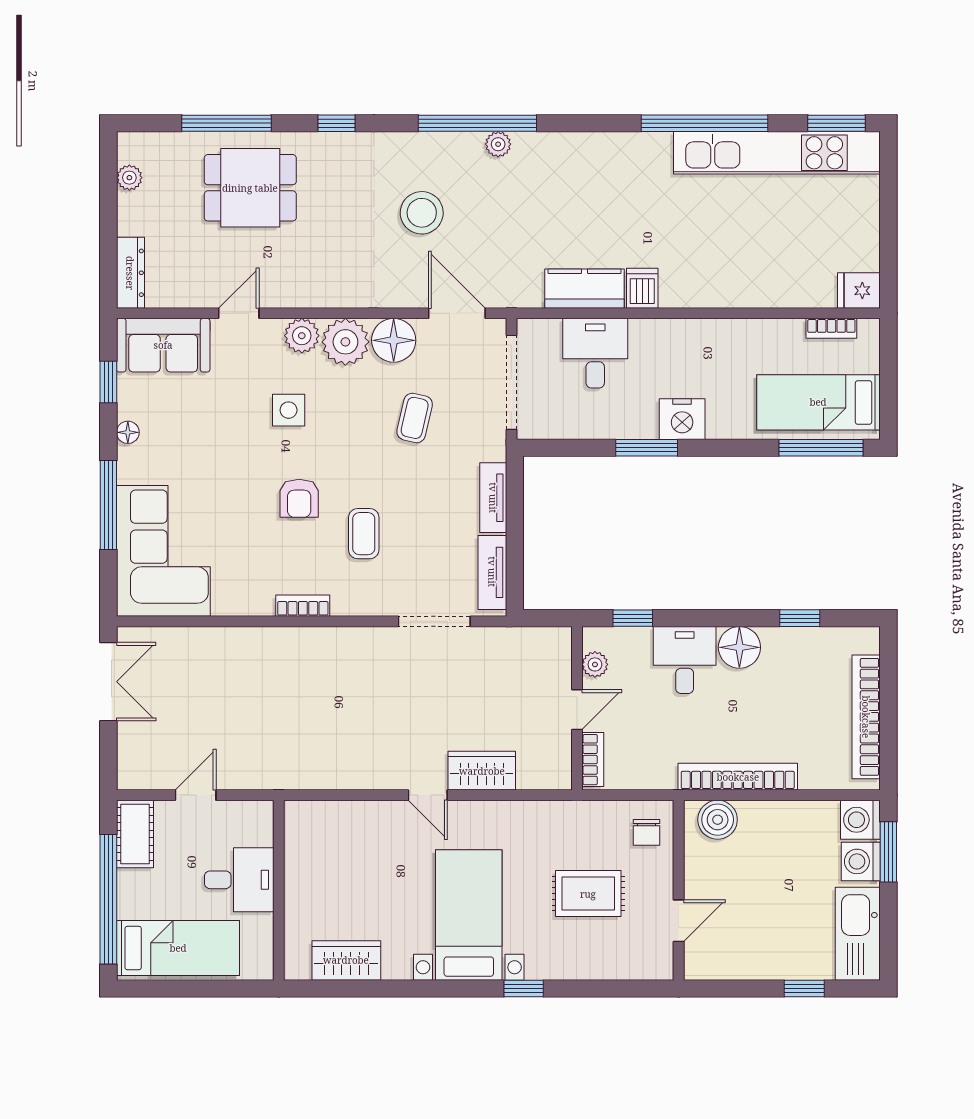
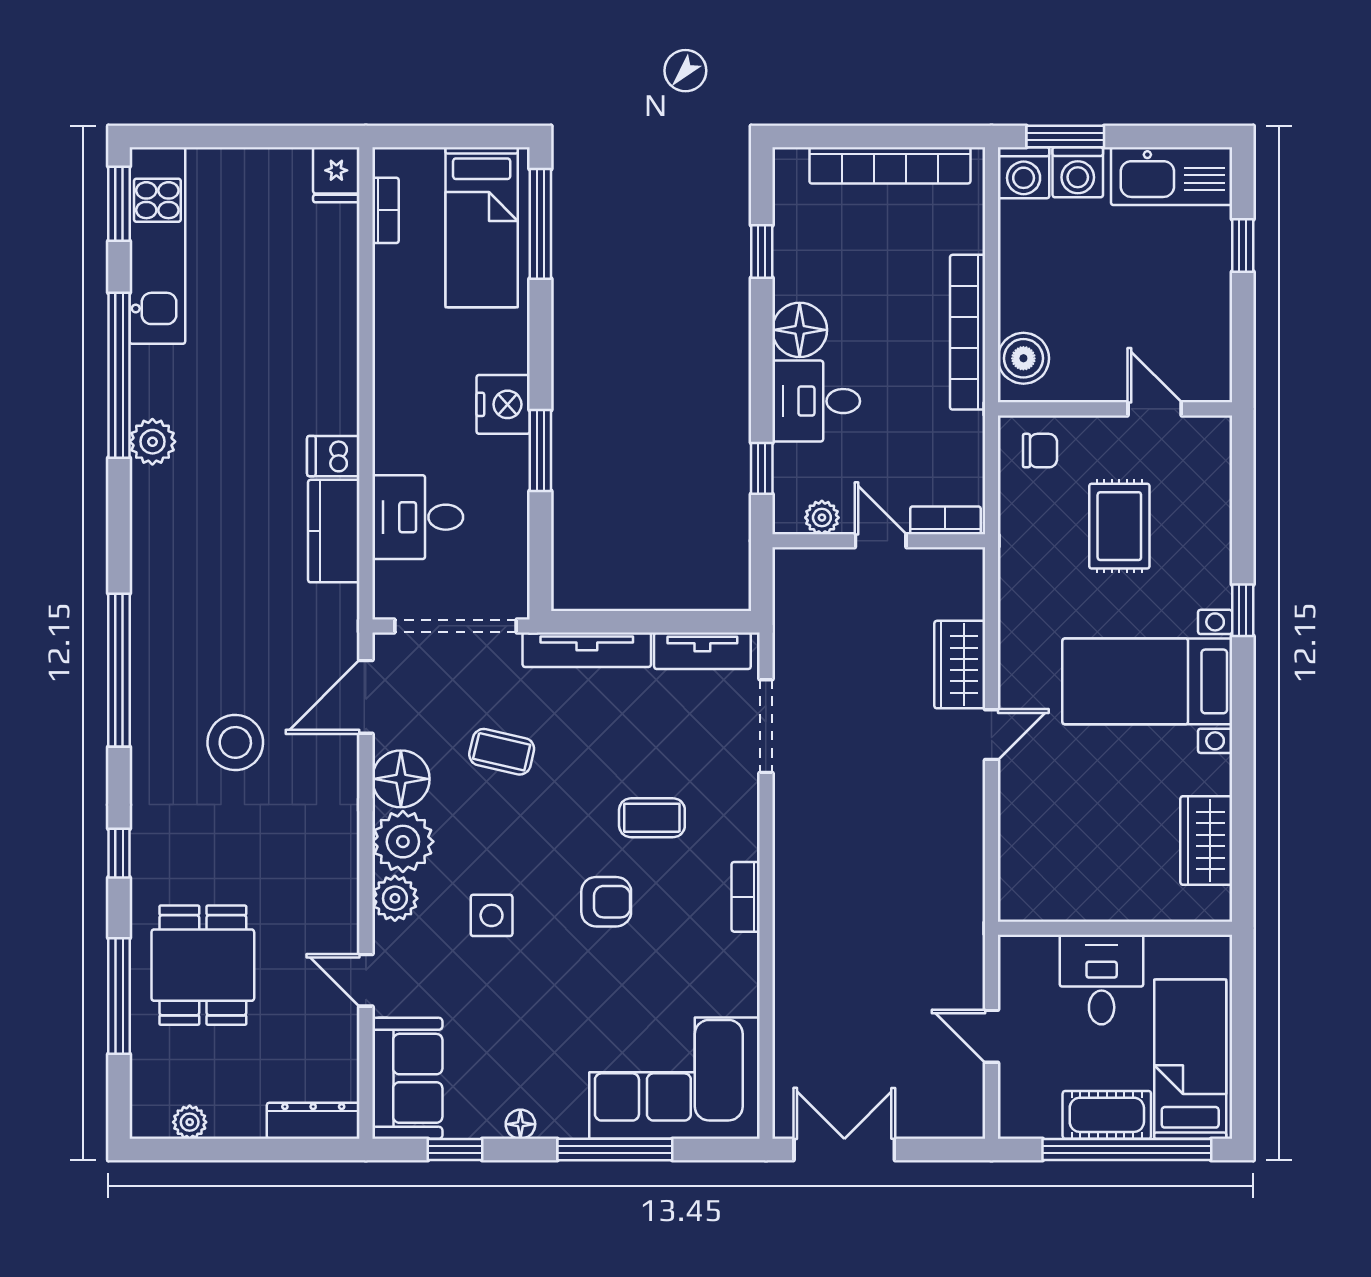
plant: (498, 144) -> (152, 442), moved, width x1.38, depth x1.38
kitchen unit: (777, 153) -> (157, 246), width x0.73
tv unit: (493, 498) -> (587, 650), width x1.41
cot: (135, 834) -> (1107, 1115), moved

